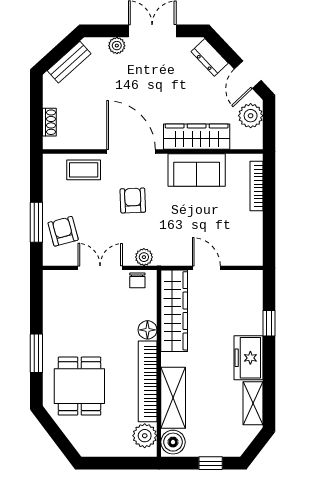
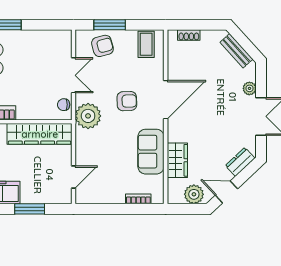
wardrobe: (197, 137) -> (177, 160), width x0.67
coffee table: (84, 170) -> (146, 44), moved
bookcase: (256, 186) -> (138, 199), width x0.64
plant: (144, 257) -> (88, 116), width x1.88, depth x1.88
door: (206, 268) -> (74, 177), moved
window: (269, 323) -> (30, 209), width x1.50
floor lamp: (147, 330) -> (24, 113), removed

